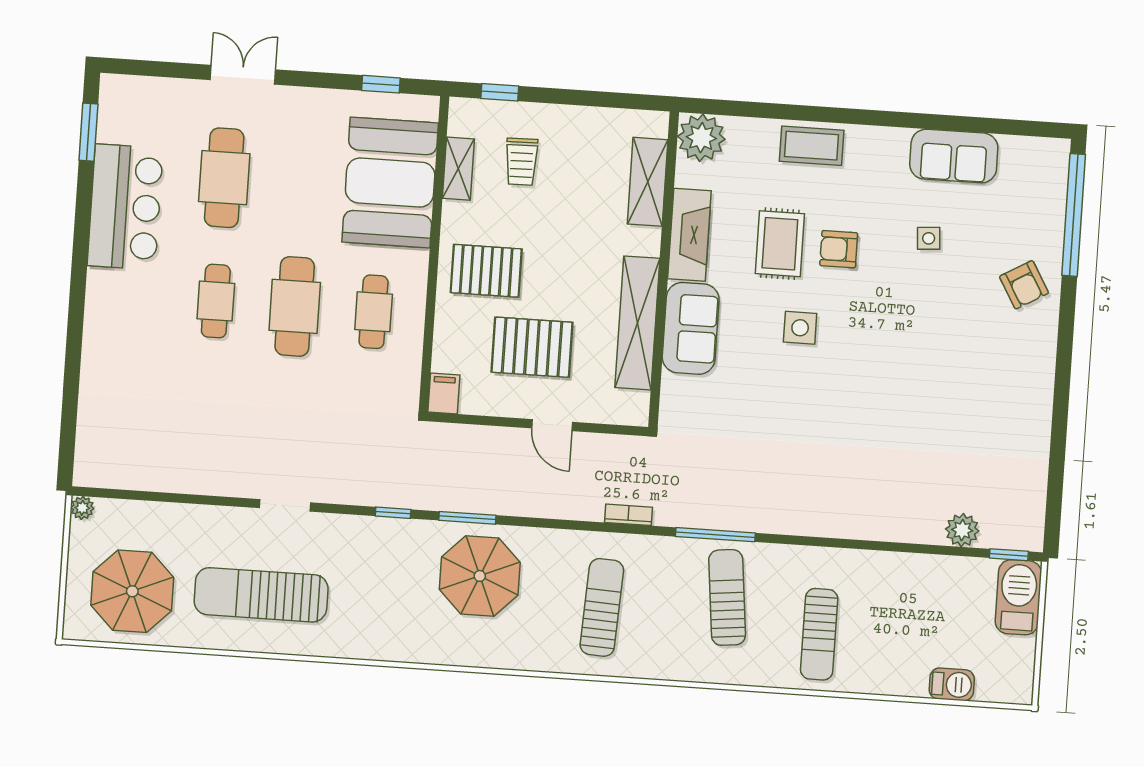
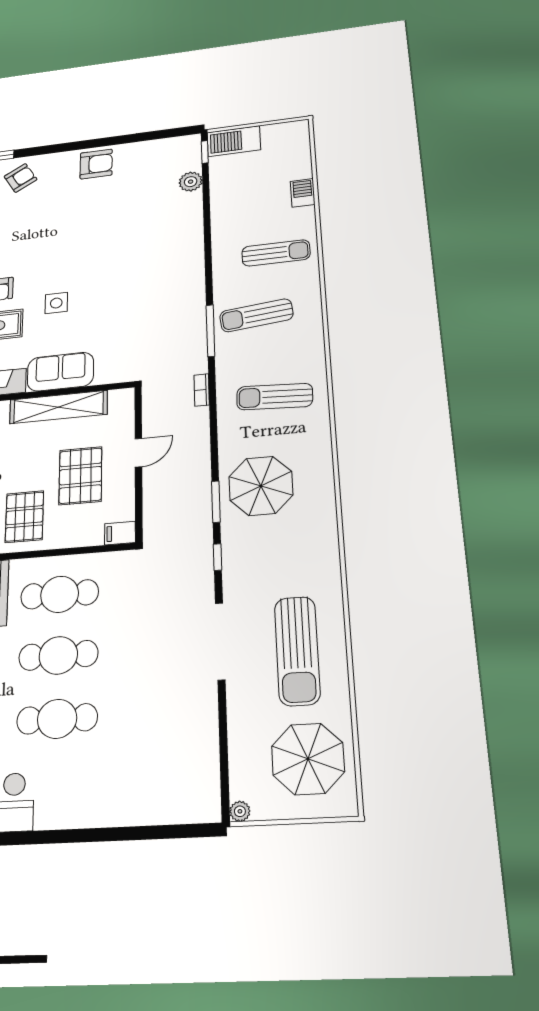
cafe table: (216, 301) -> (57, 719), width x1.37, depth x1.35
cafe table: (374, 312) -> (60, 594), width x1.37, depth x1.35
armchair: (1024, 397) -> (96, 164), added
doorway: (285, 505) -> (220, 641), width x1.87
barbecue: (952, 684) -> (303, 193), moved

